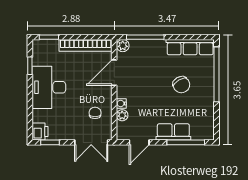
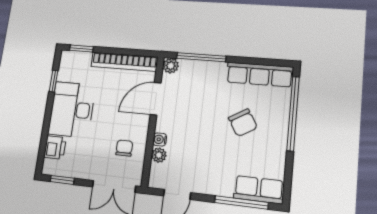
printer: (40, 131) -> (55, 148), moved
row of seats: (173, 132) -> (259, 190), moved

